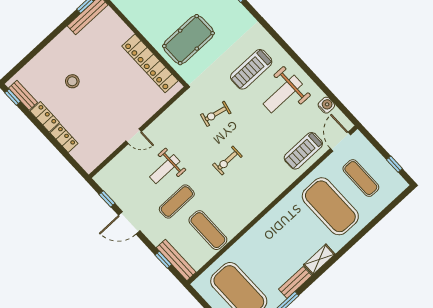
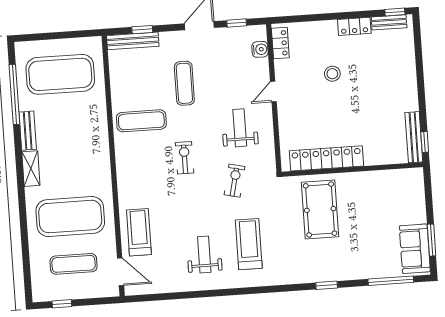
stool: (72, 81) -> (332, 74), moved
weight bench: (283, 94) -> (204, 255), width x0.73, depth x0.75
water cooler: (326, 105) -> (260, 49), moved, turned -90
locker: (64, 138) -> (280, 43), moved, turned -90
weight bench: (165, 169) -> (240, 128), moved
exercise mat: (208, 230) -> (141, 121), moved

